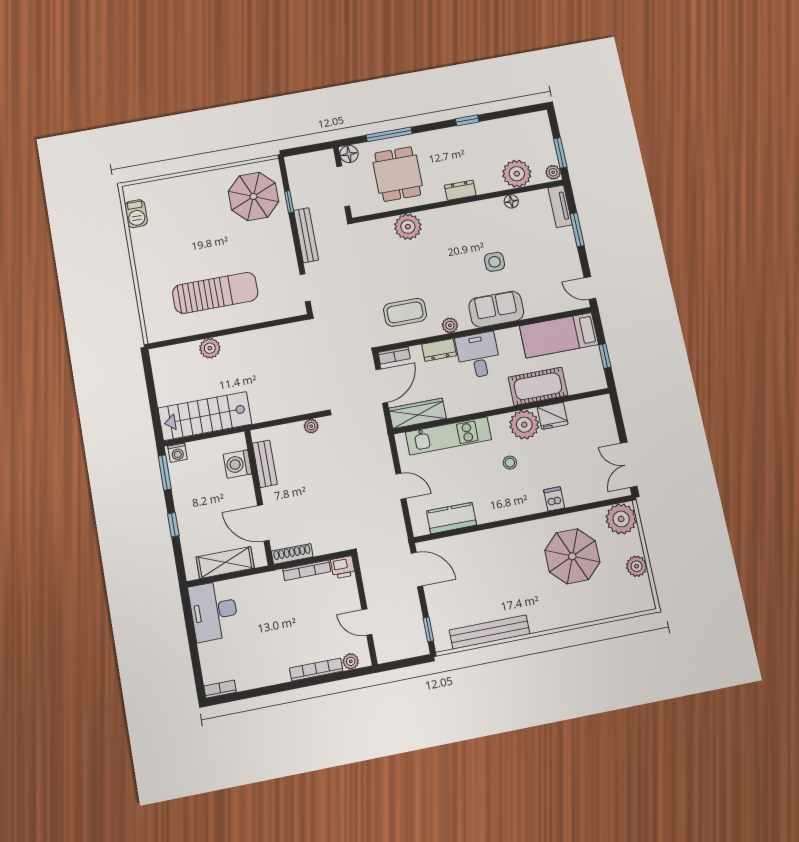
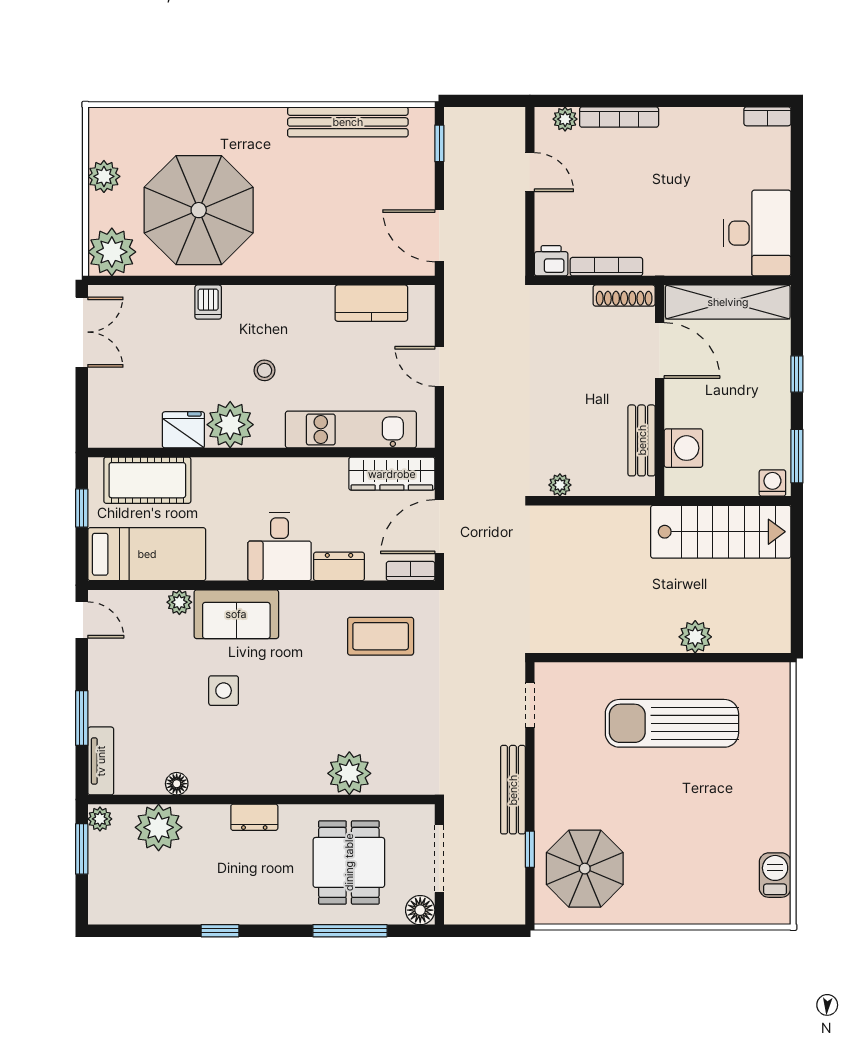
plant: (450, 325) -> (179, 602), moved
cot: (538, 386) -> (147, 480), moved
parasol: (572, 556) -> (199, 210), width x1.36, depth x1.36
shelving: (225, 563) -> (728, 302), width x1.47

